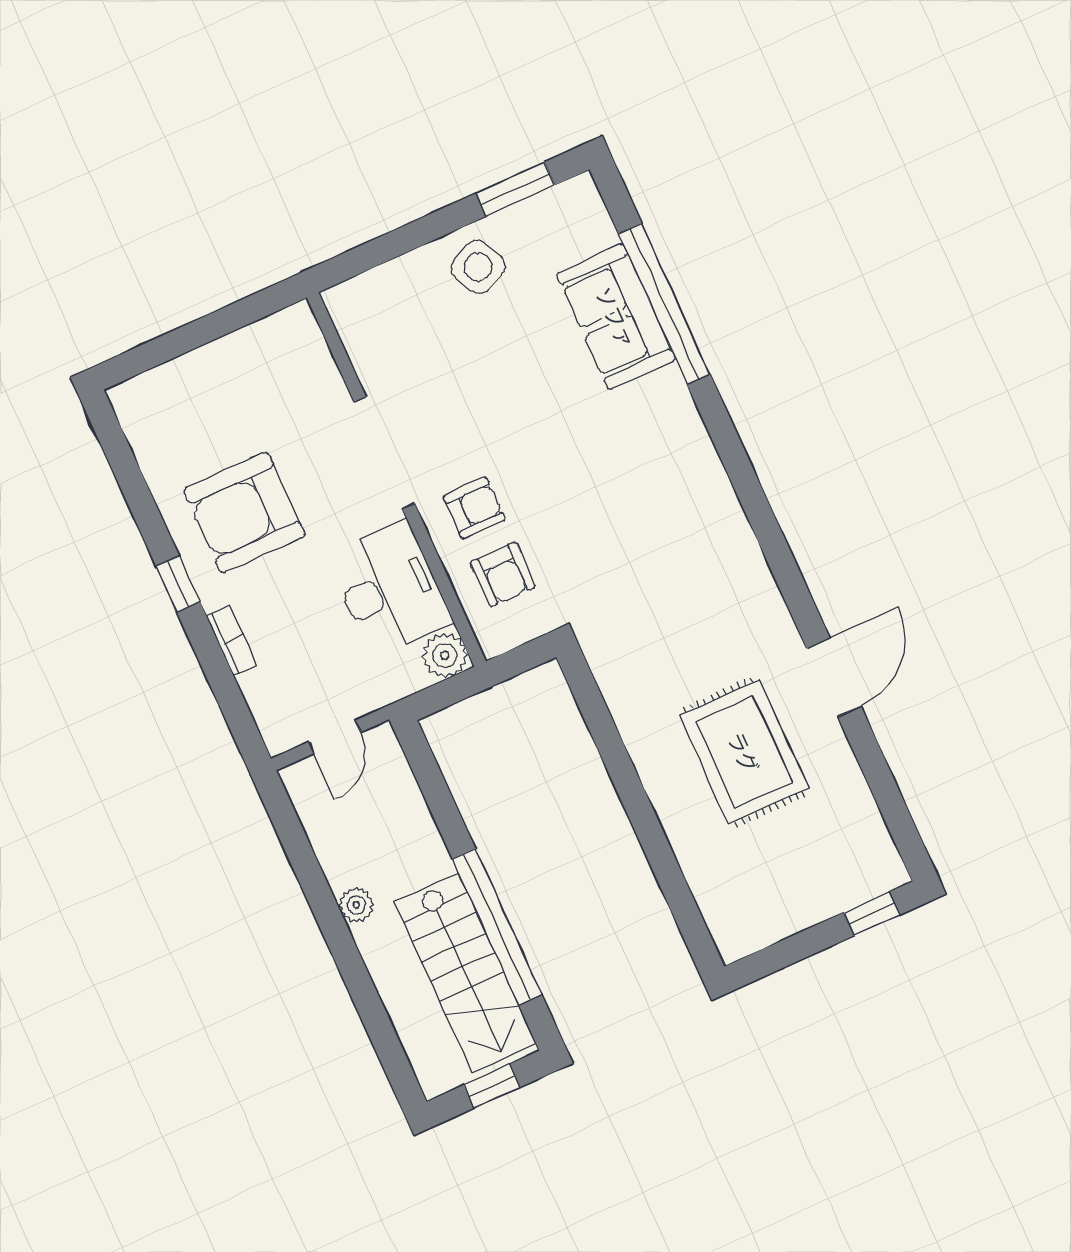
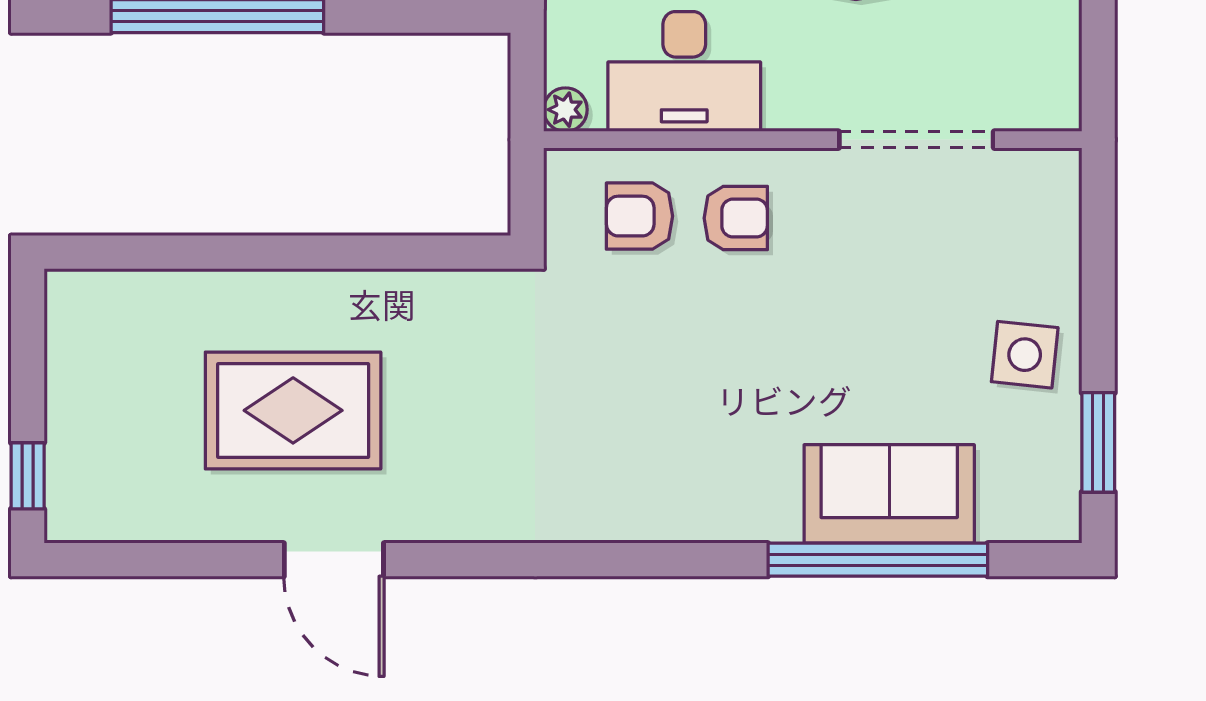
side table: (478, 267) -> (1025, 355), turned 30
doorway: (384, 453) -> (916, 140), moved
armchair: (474, 508) -> (736, 218), turned -90
plant: (445, 655) -> (565, 110), width x0.73, depth x0.73

